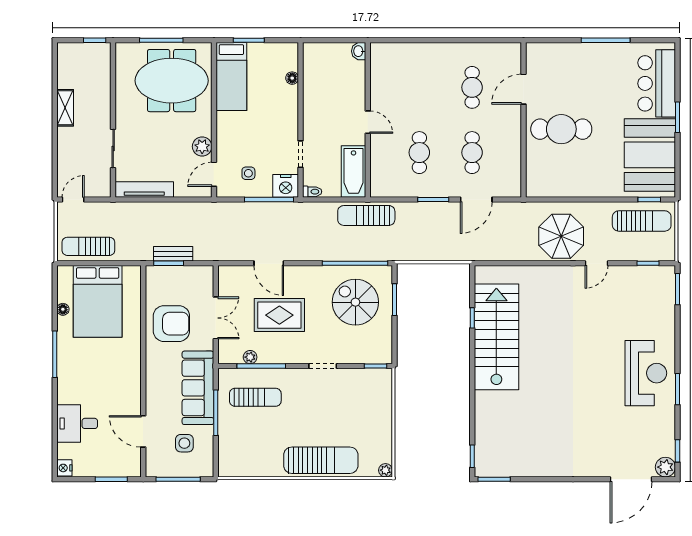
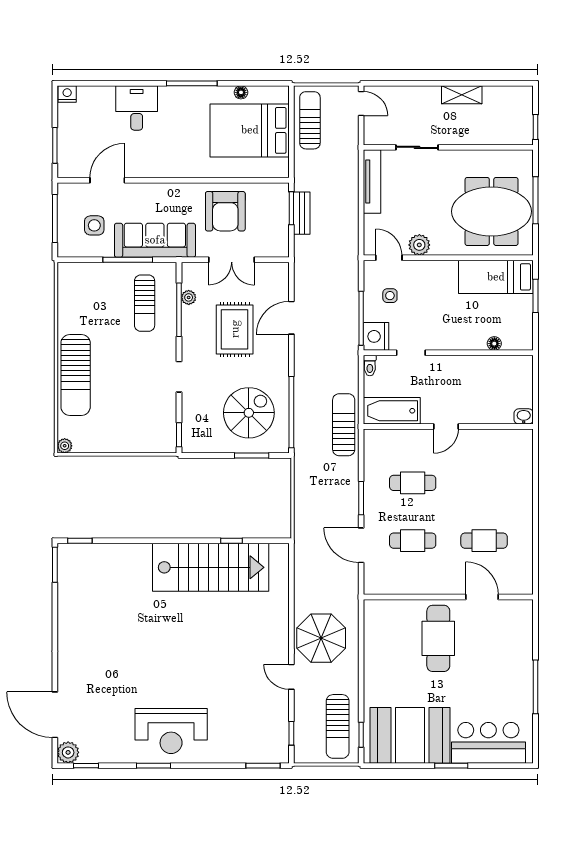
meeting table: (172, 81) -> (492, 211), turned 90
desk: (77, 423) -> (137, 108), moved

